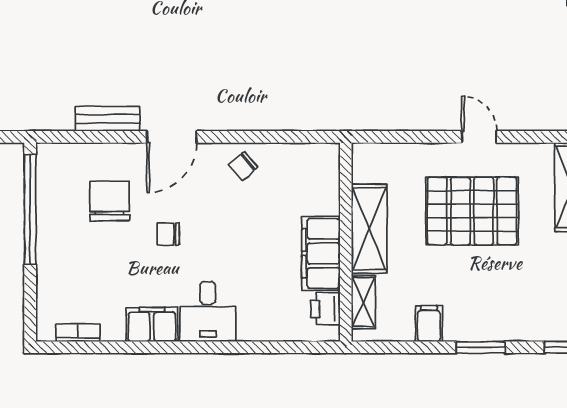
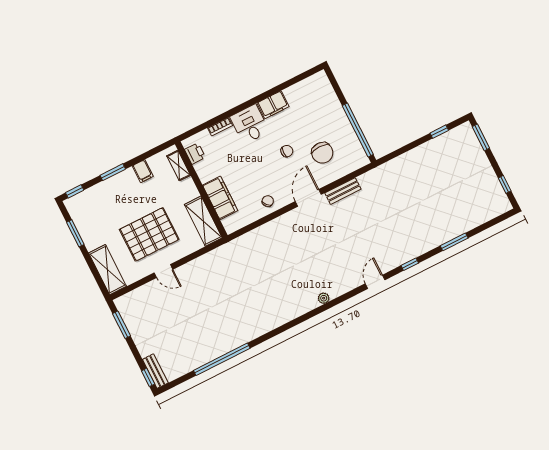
shelving: (369, 229) -> (203, 221), moved
filing cabinet: (321, 253) -> (220, 198), moved
bookcase: (78, 333) -> (220, 127), moved

